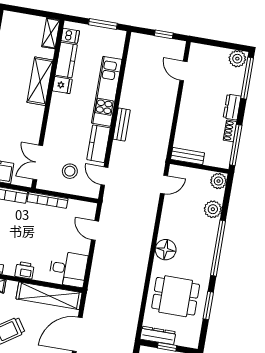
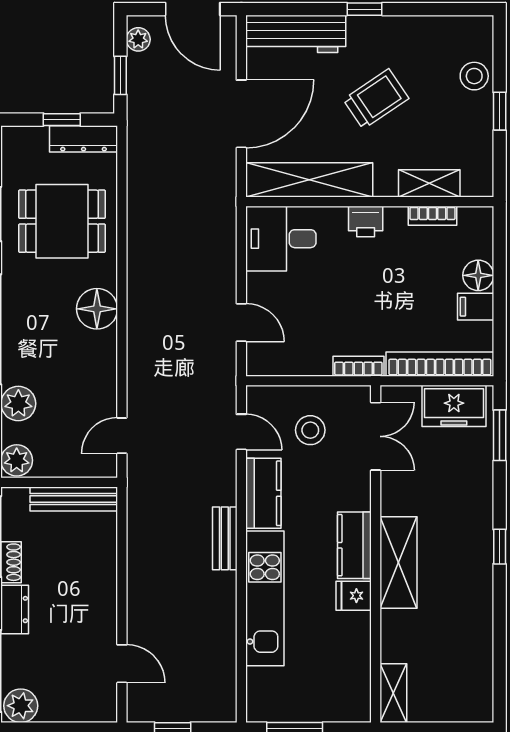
dishwasher: (70, 36) -> (355, 695), removed
kitchen counter: (66, 60) -> (354, 545), moved
shelving: (40, 81) -> (398, 563), moved
bench: (188, 156) -> (74, 499), width x1.36
bookcase: (47, 200) -> (358, 366), width x0.64

